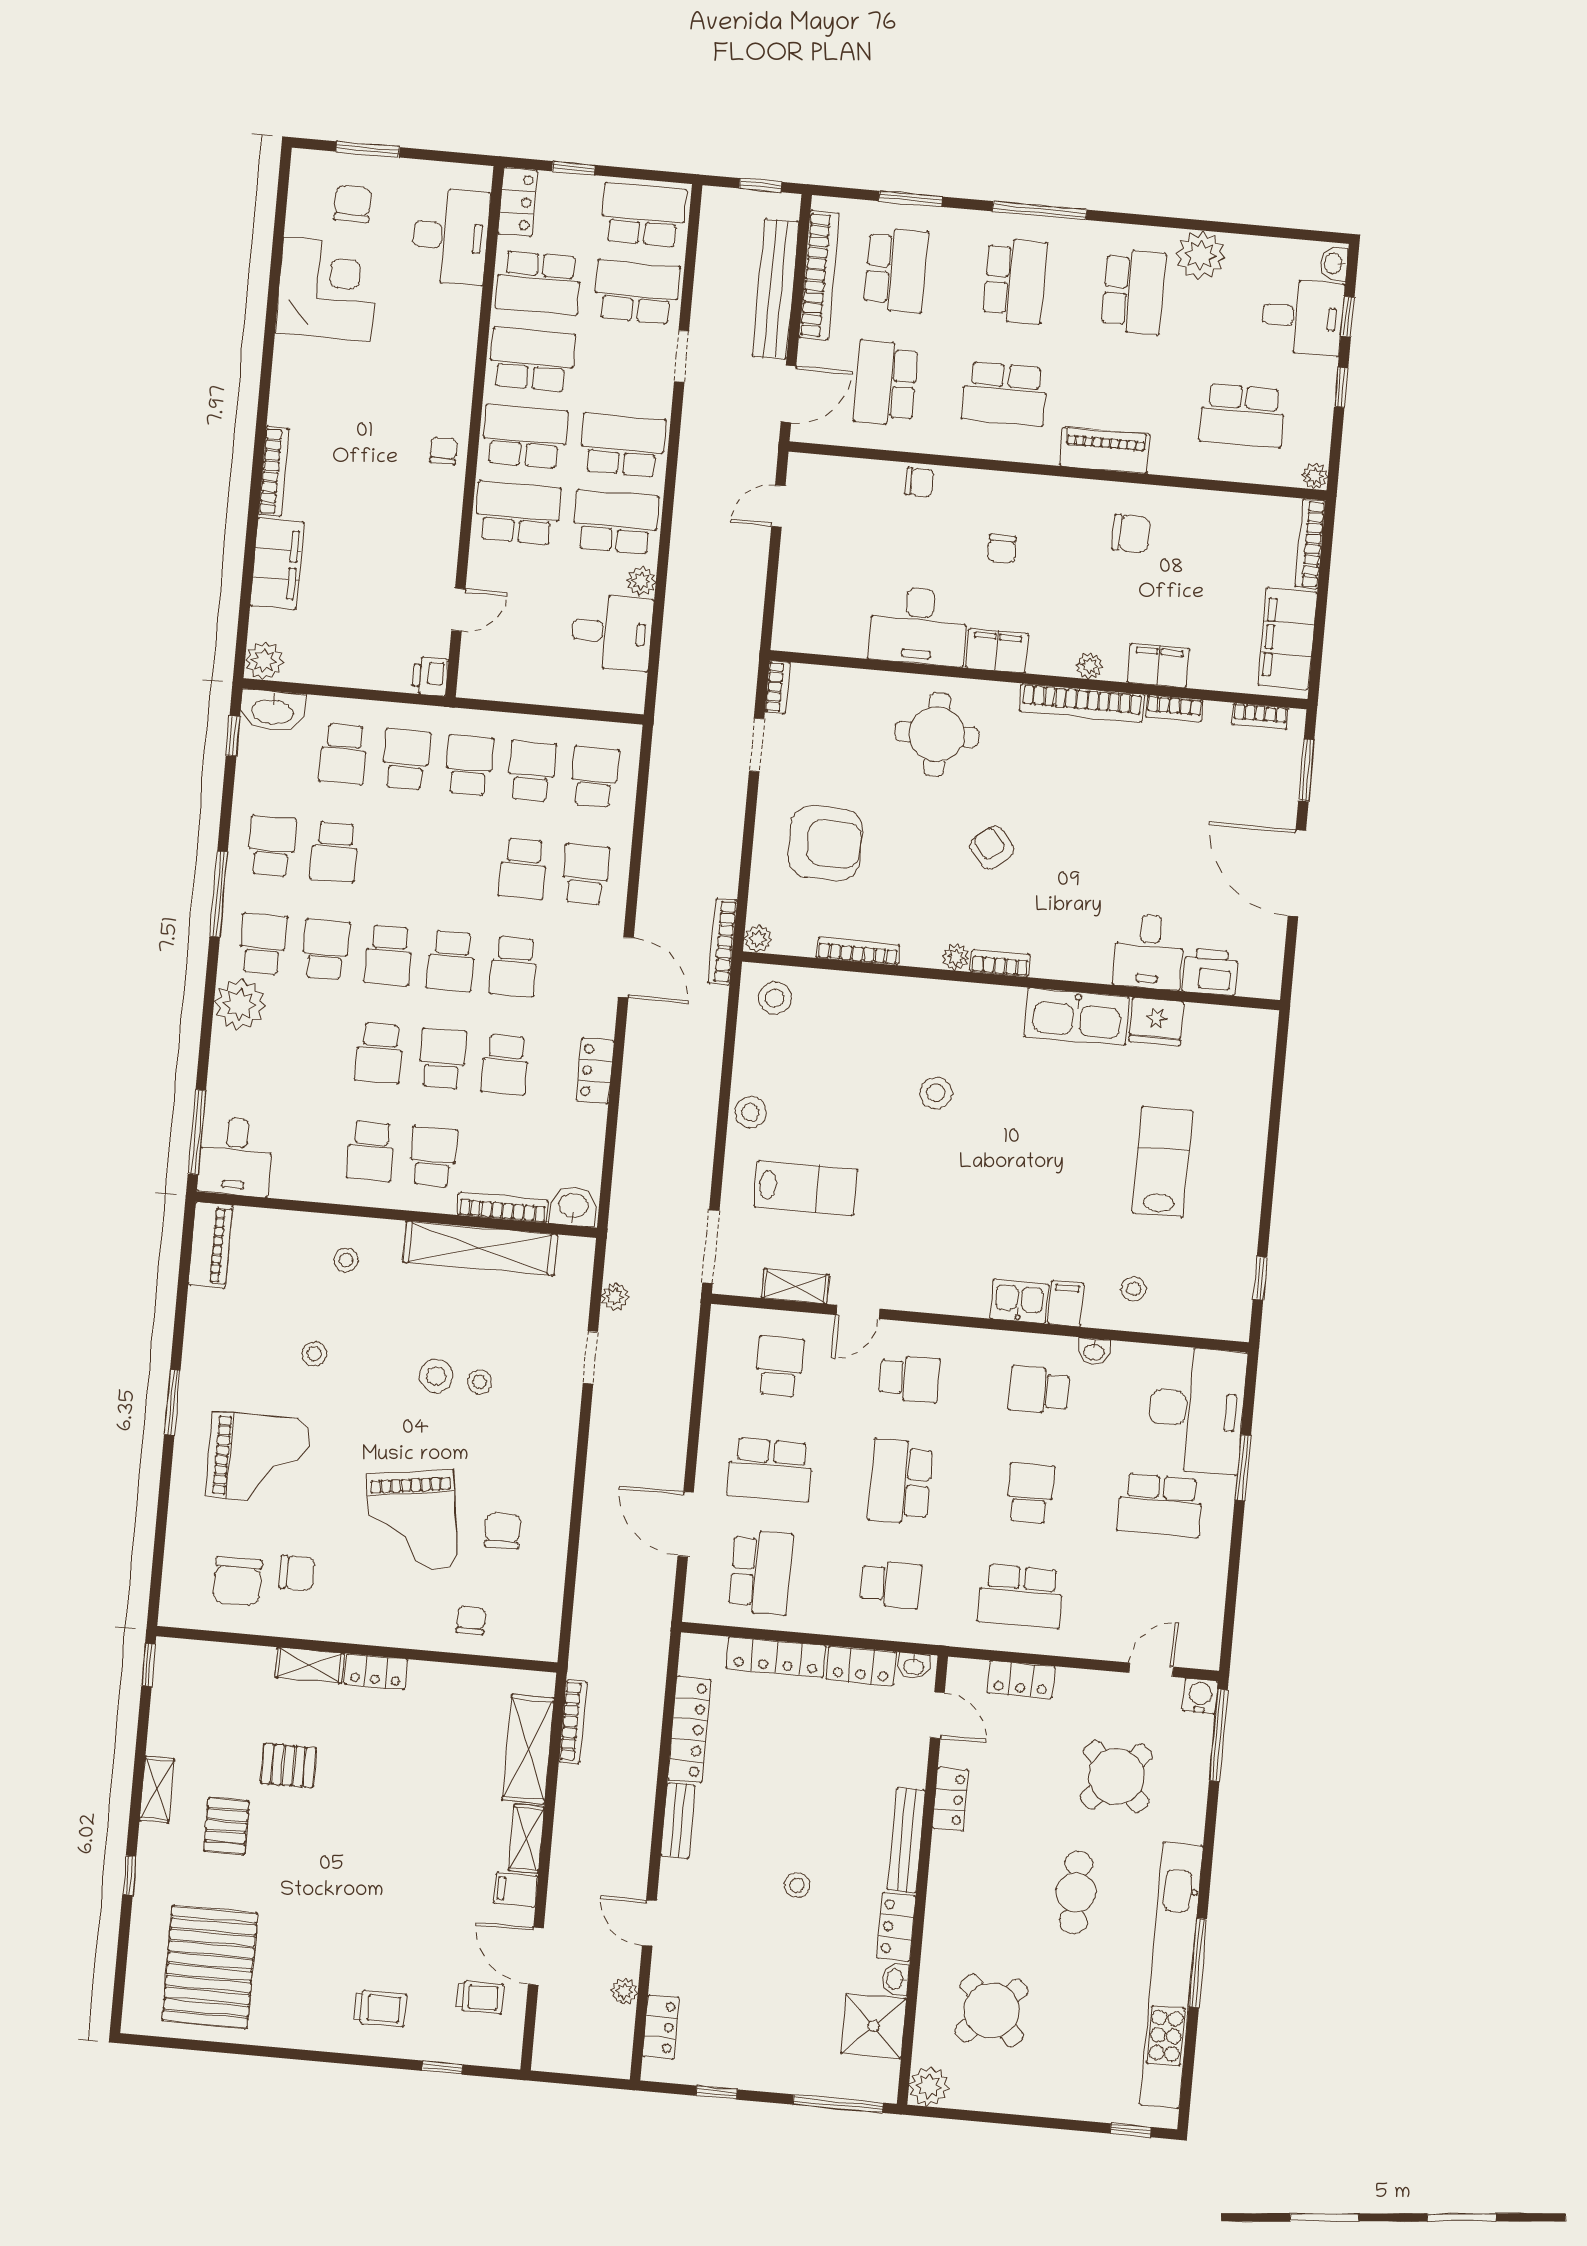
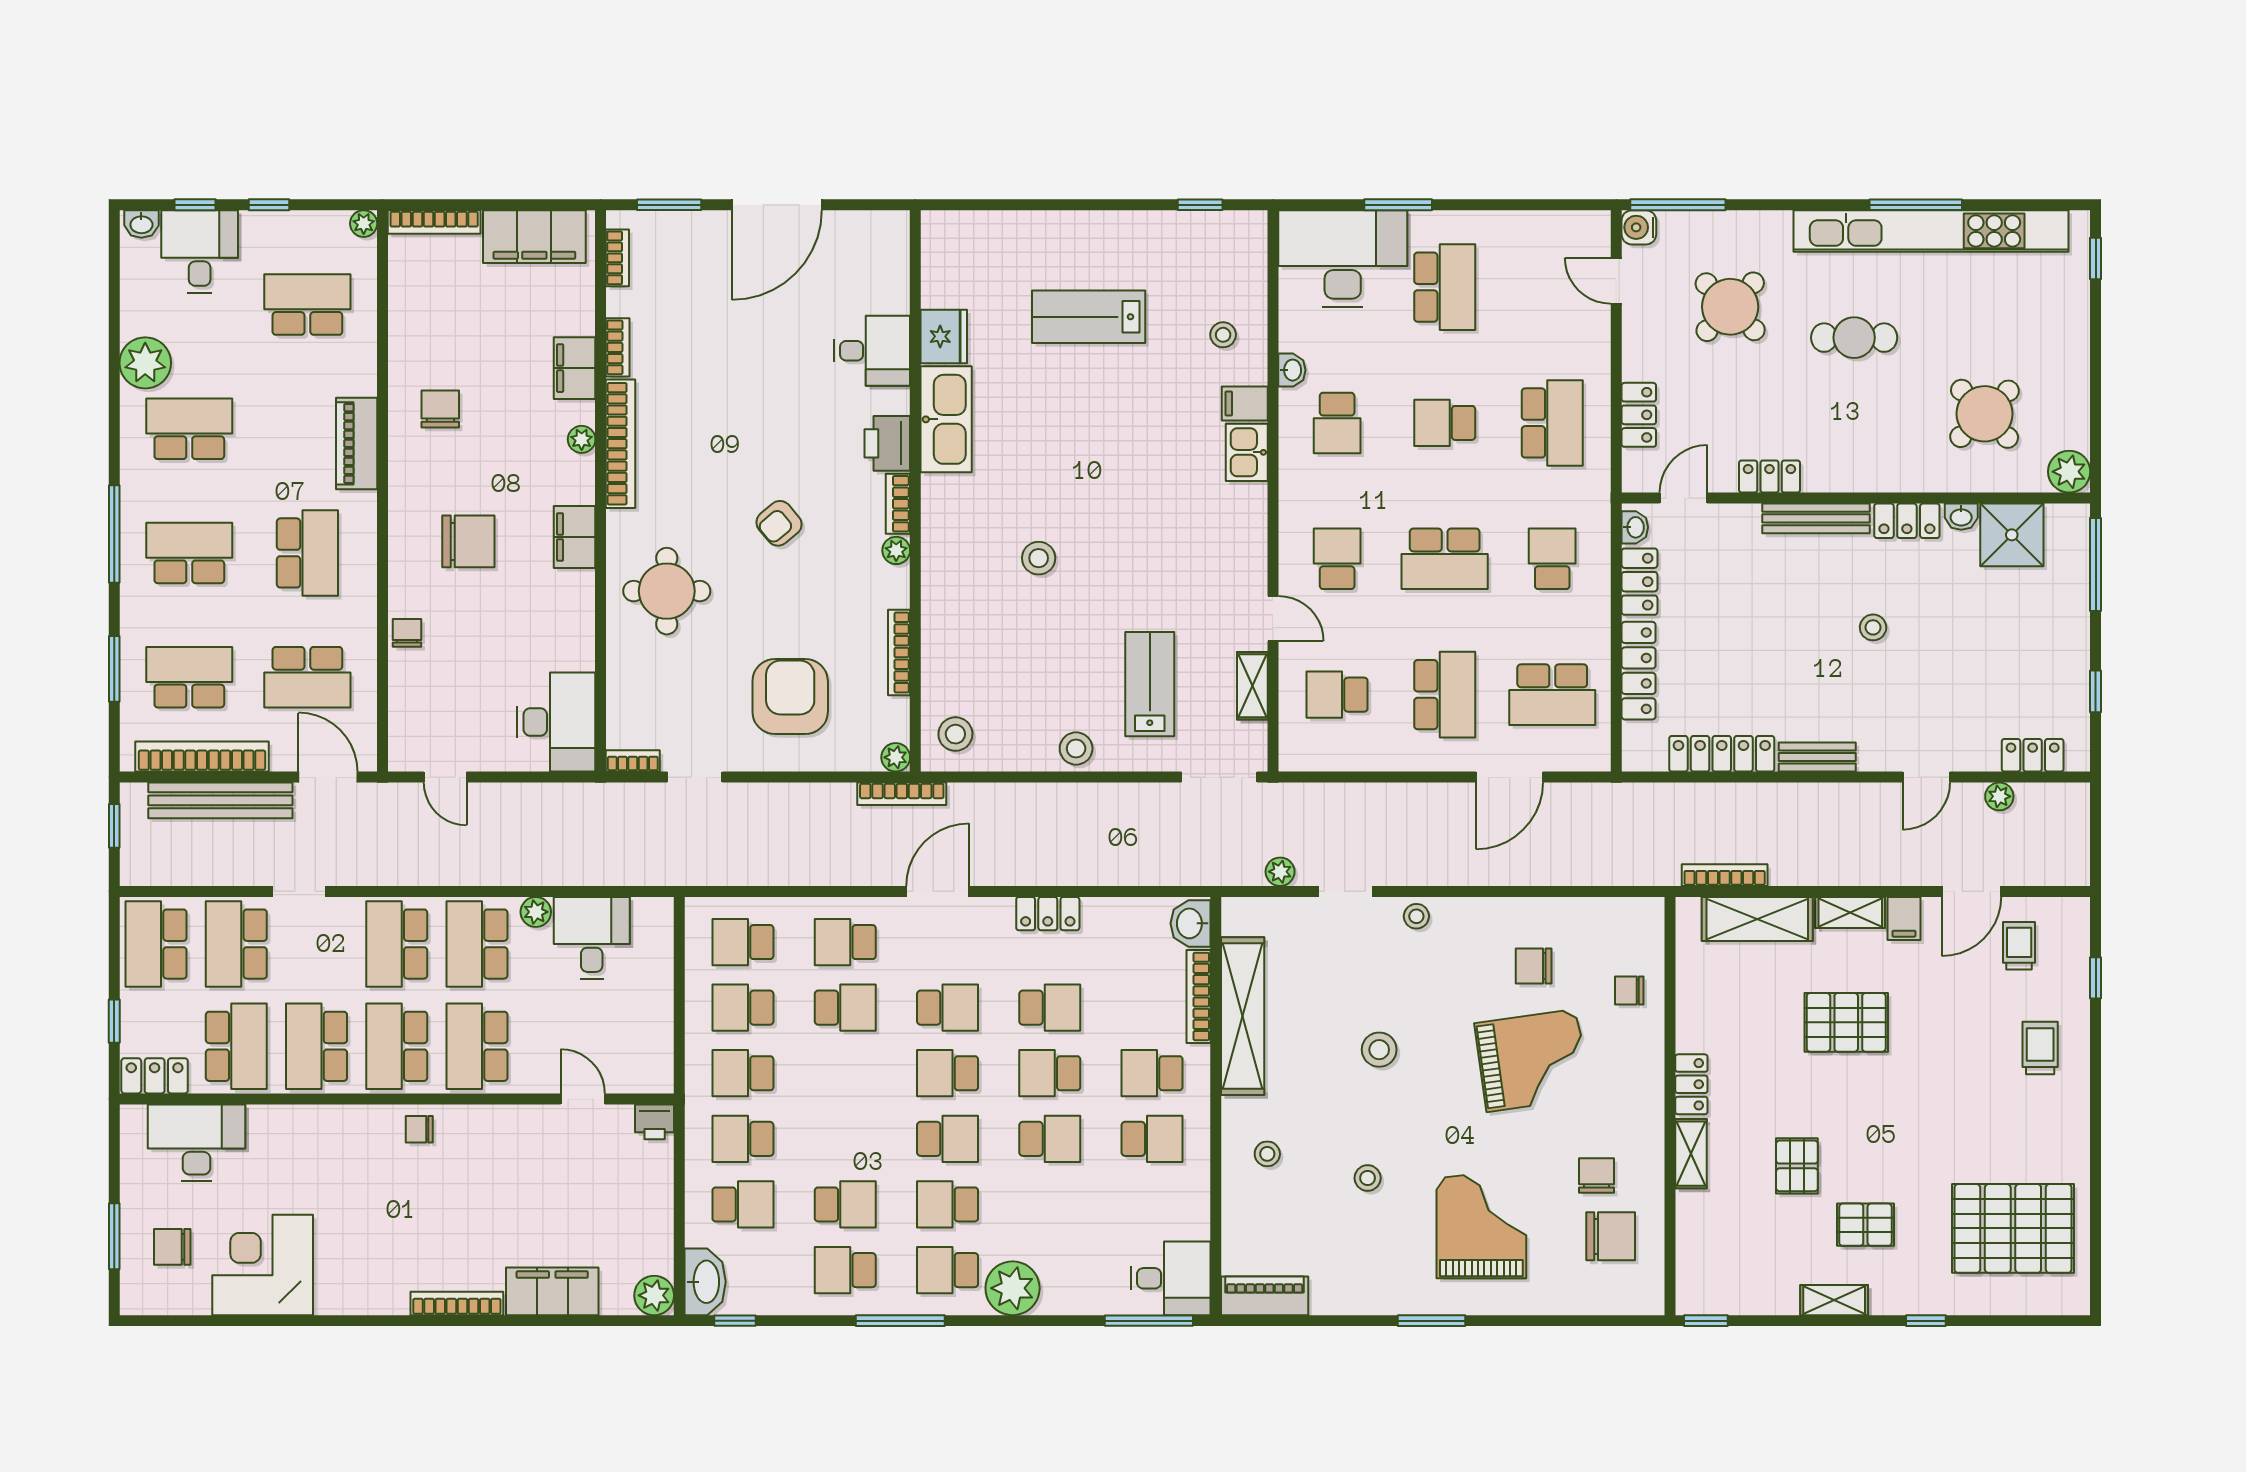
school desk: (1242, 415) -> (307, 305), turned -90
chair: (1002, 549) -> (468, 541), width x1.87, depth x1.87
desk: (918, 626) -> (556, 722), moved
school desk: (451, 961) -> (948, 1073), turned 180
printer: (1210, 972) -> (887, 443), moved
stool: (480, 1382) -> (1416, 916), moved
school desk: (761, 1572) -> (1552, 695), turned 180
pallet: (422, 1825) -> (1846, 1022), added

